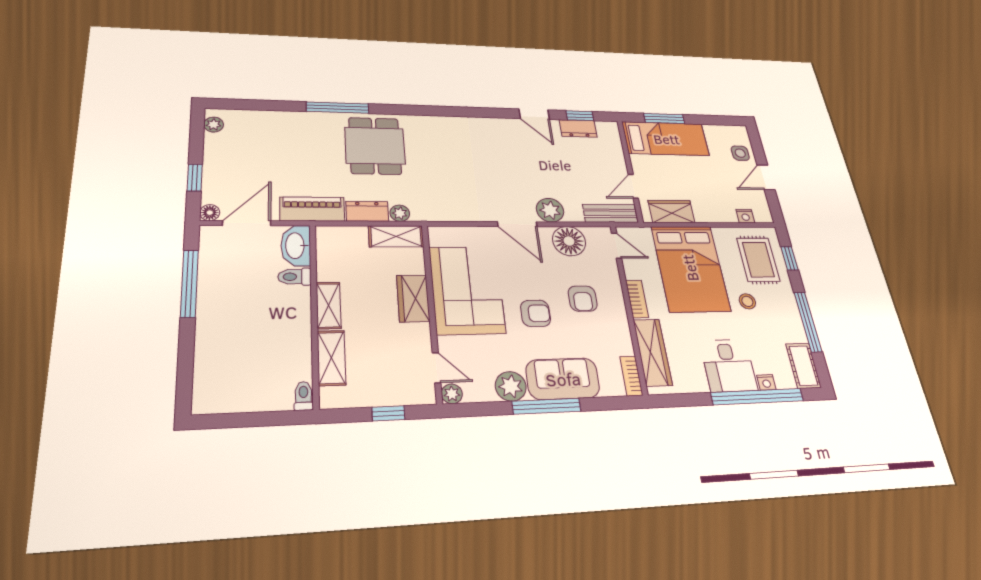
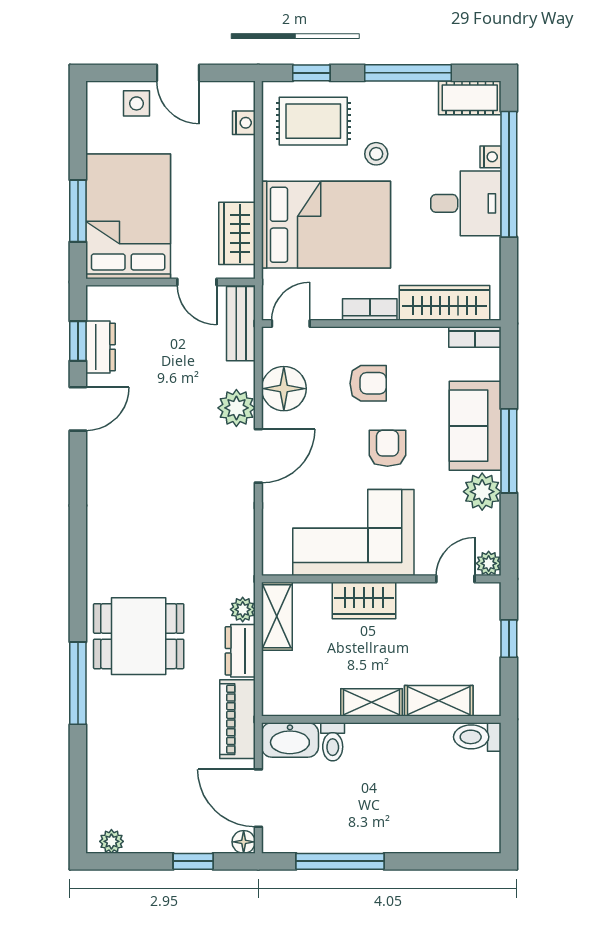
bed: (666, 139) -> (128, 216), width x1.50
toilet: (303, 396) -> (477, 737), width x1.37, depth x1.39

